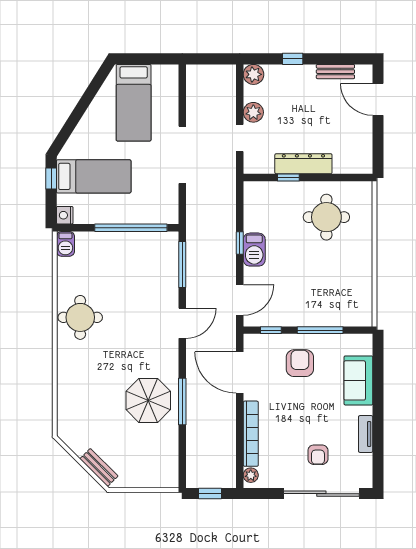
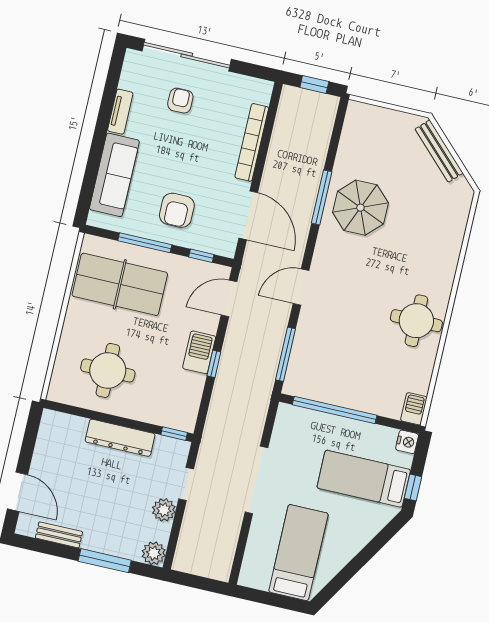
window: (293, 59) -> (105, 561), width x2.17
window: (288, 177) -> (174, 434), moved
table tennis table: (333, 291) -> (120, 284), added
sofa: (358, 380) -> (114, 175), width x1.36
bench: (99, 467) -> (439, 151), width x1.36
plant: (251, 475) -> (263, 95), removed

